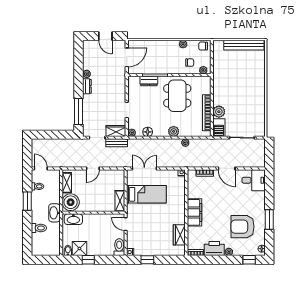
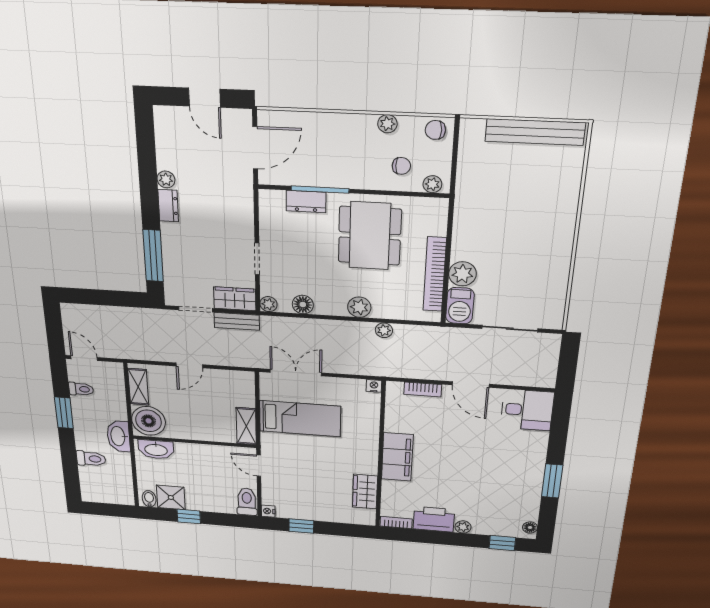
armchair: (243, 227) -> (495, 488), removed

